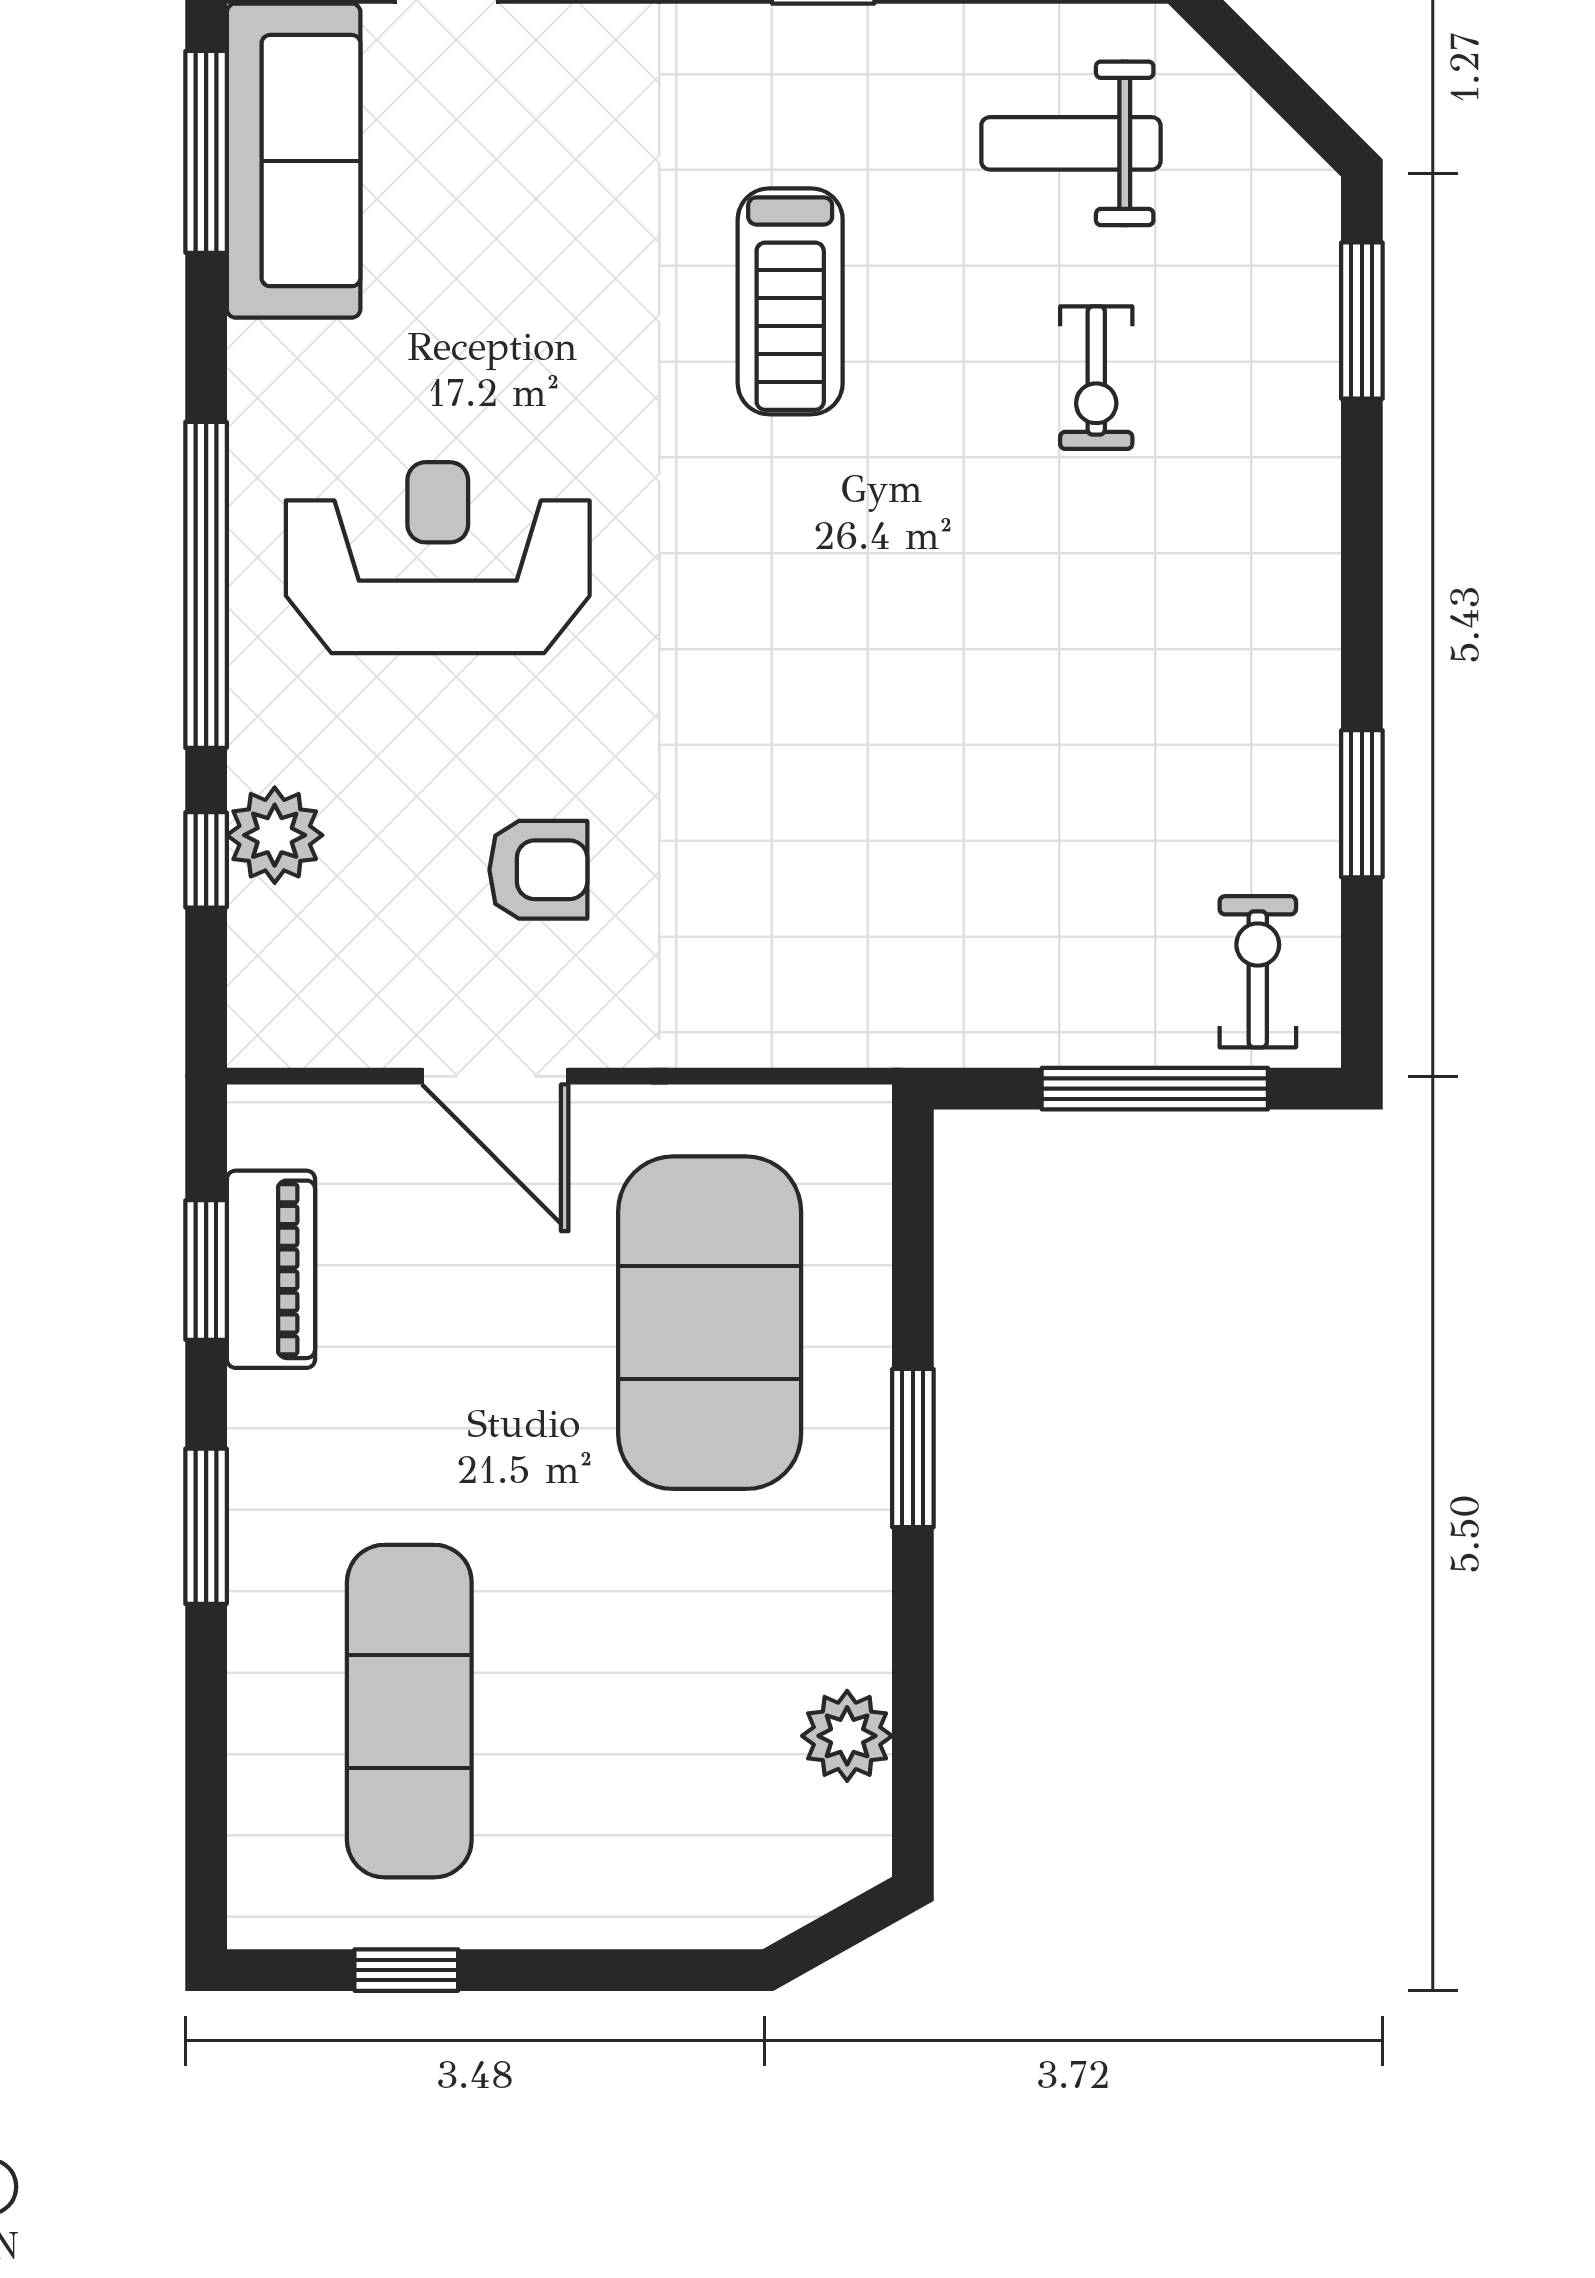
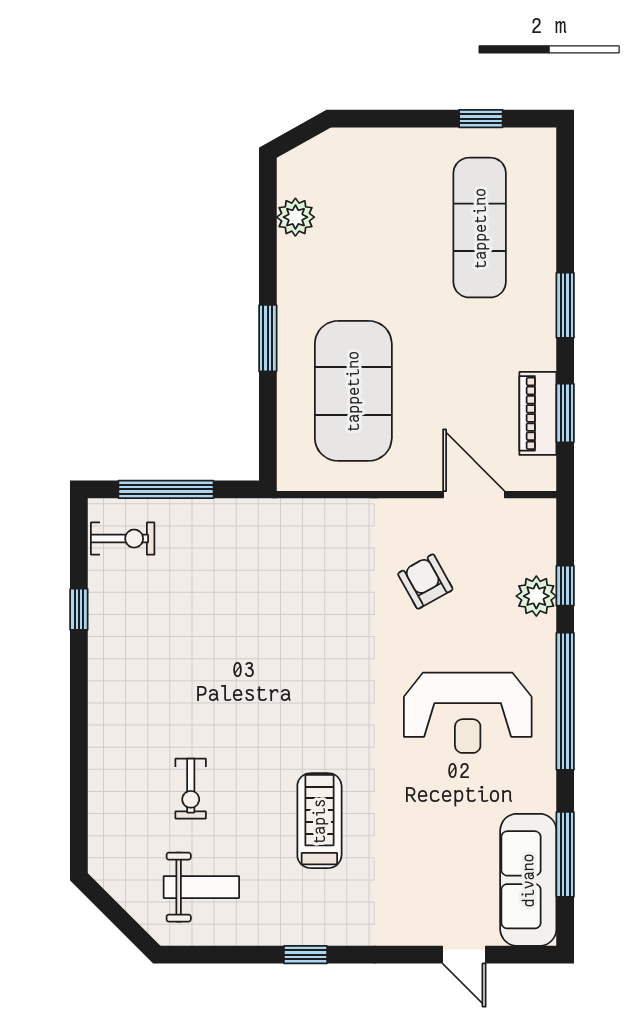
window: (206, 152) -> (565, 854), moved
window: (1362, 321) -> (79, 813), removed
exercise bike: (1096, 378) -> (191, 789), turned 180
window: (1362, 804) -> (79, 609), width x0.67
armchair: (538, 870) -> (425, 581), turned 61
exercise bike: (1258, 972) -> (123, 539), turned -90
door: (495, 1076) -> (474, 495), moved

